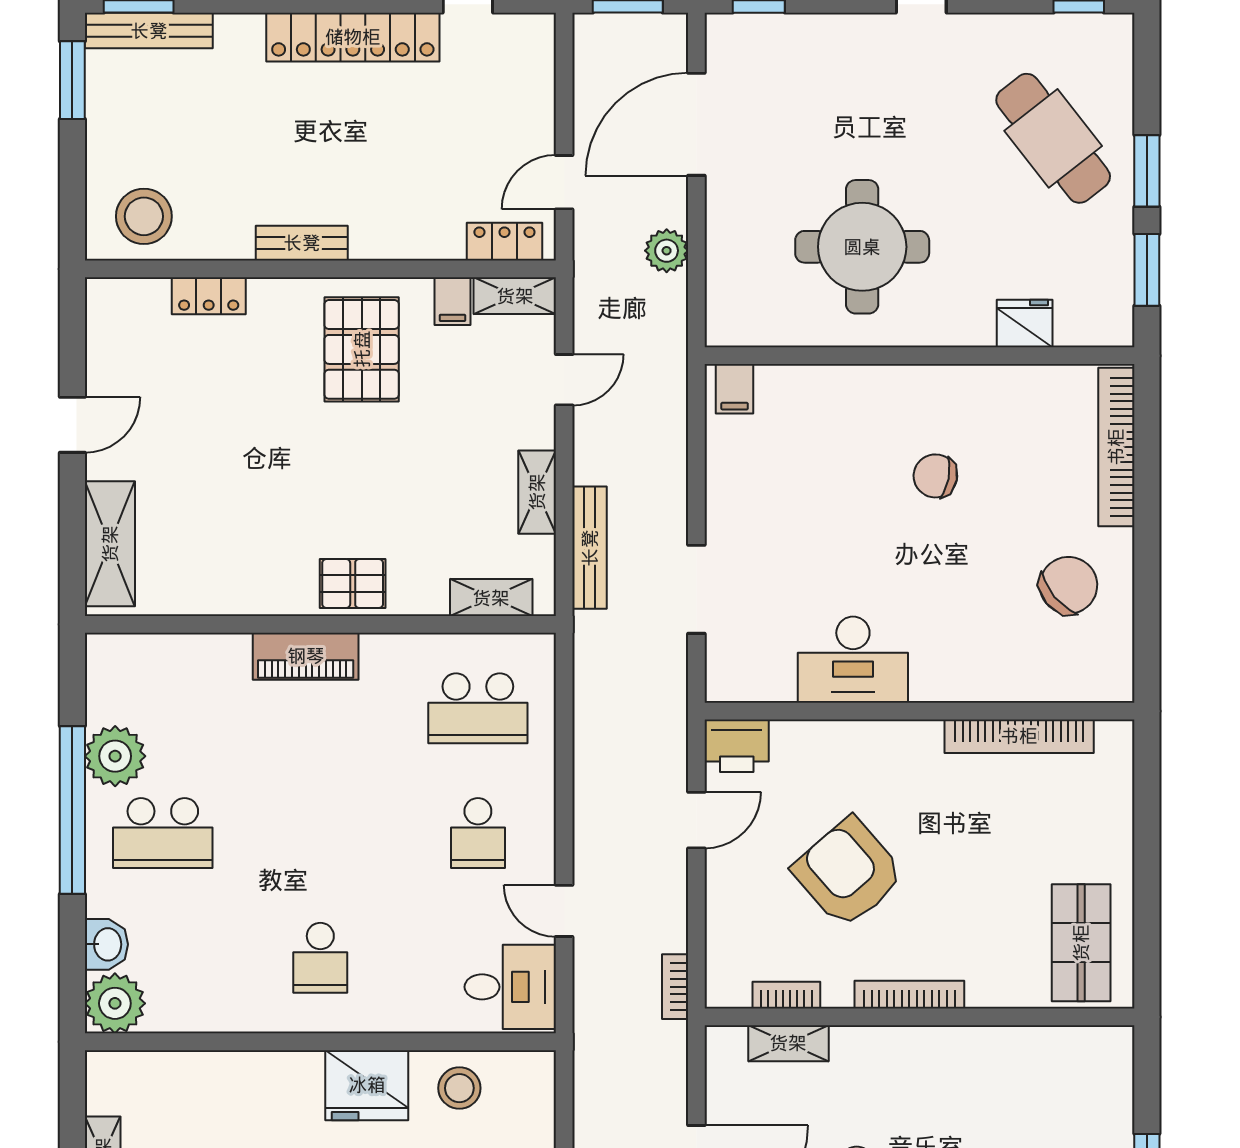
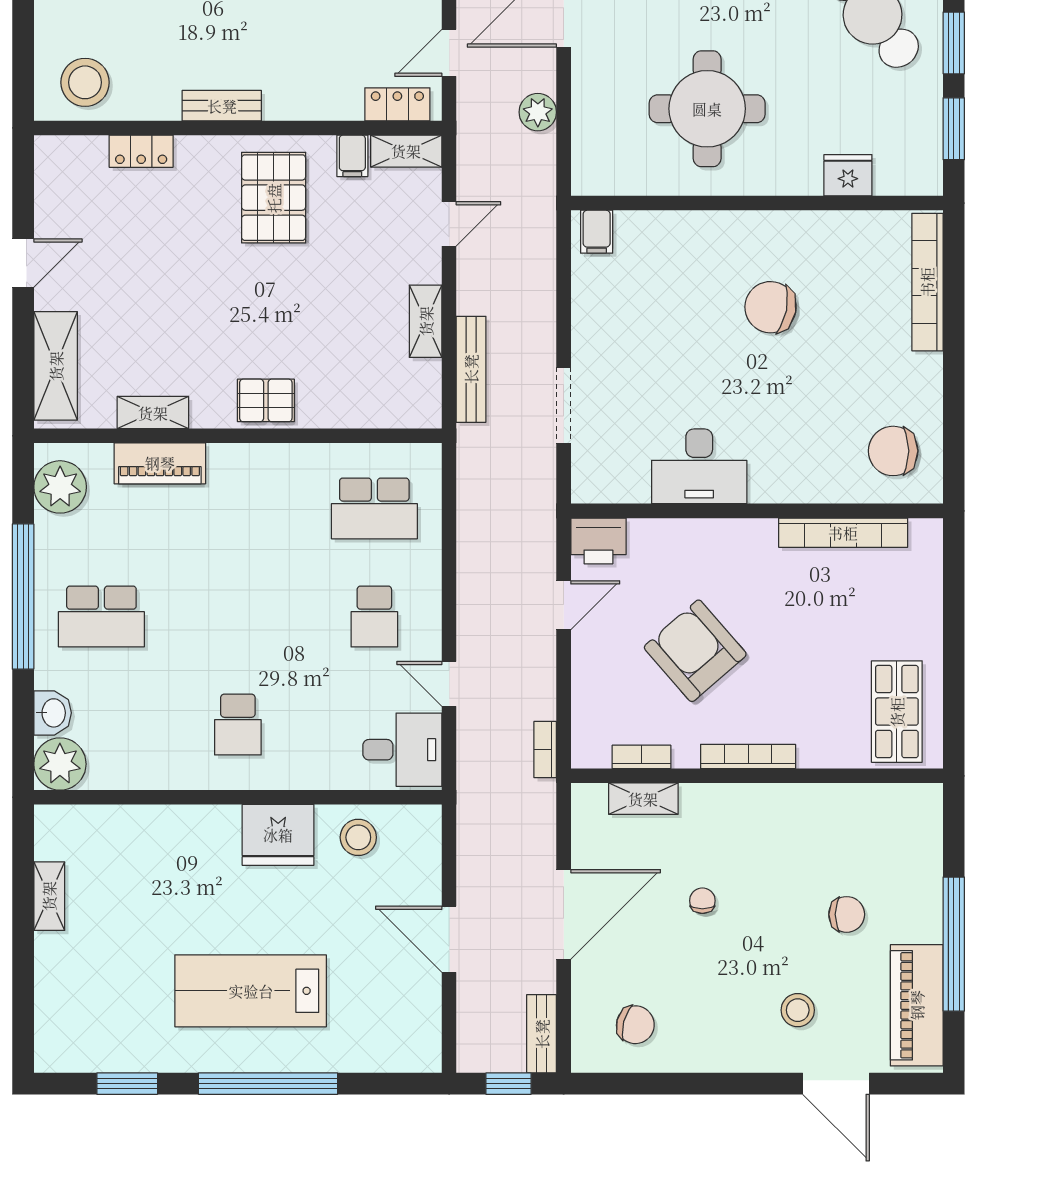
chair: (935, 476) -> (771, 307), width x1.37, depth x1.37
chair: (1069, 585) -> (893, 451), moved, turned -140
shelving: (491, 598) -> (153, 413), moved
piano: (306, 656) -> (160, 463), moved
plant: (115, 756) -> (60, 487), moved

